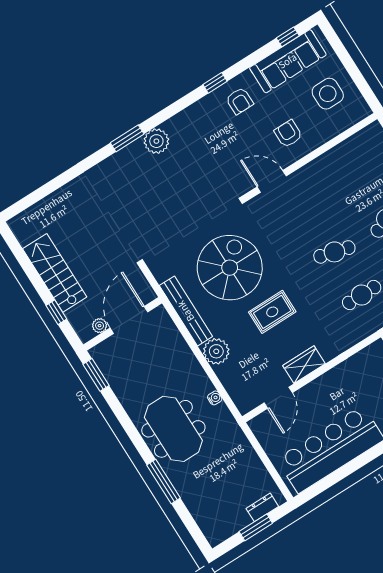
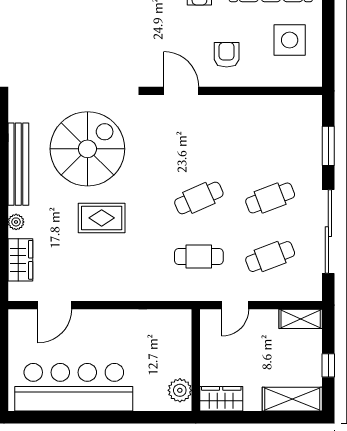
cafe table: (334, 252) -> (199, 198), turned -39
plant: (216, 351) -> (16, 222), width x0.53, depth x0.53
wardrobe: (304, 365) -> (20, 260), moved, turned 90

